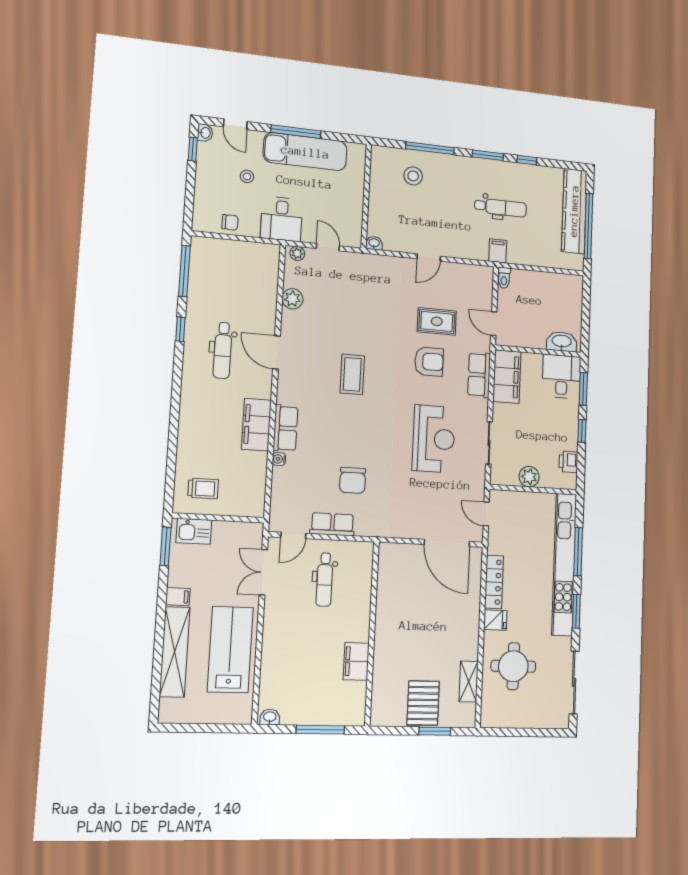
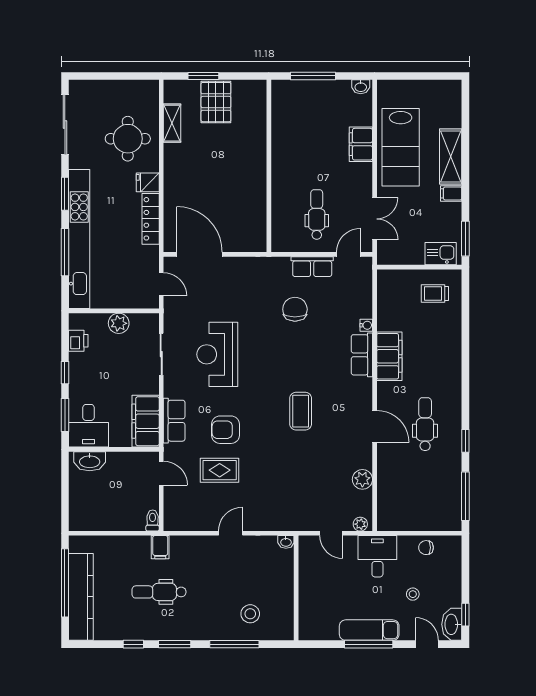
washbasin: (205, 133) -> (452, 624), width x1.91, depth x1.45
exam couch: (305, 152) -> (369, 630), width x0.73, depth x0.69
shelving: (175, 652) -> (451, 156), width x0.68
filing cabinet: (356, 661) -> (361, 144), moved, turned 180

